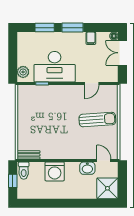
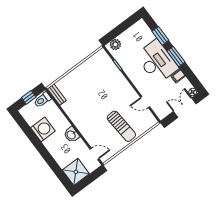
desk: (55, 67) -> (157, 62), moved, turned 180
door: (104, 161) -> (95, 154), hinge flipped
washbasin: (87, 168) -> (71, 135), moved
washing machine: (55, 171) -> (43, 129), moved, turned 180

